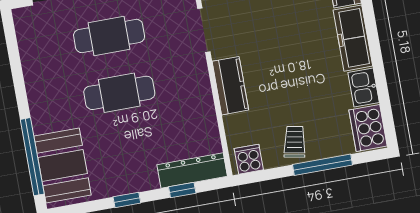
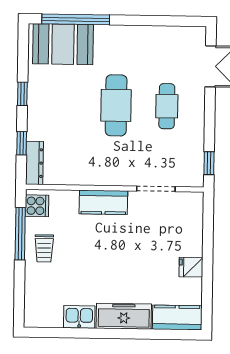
cafe table: (109, 36) -> (167, 106), width x0.73, depth x0.74
cooker: (368, 128) -> (44, 314), removed
trolley: (295, 142) -> (44, 248), turned 79
window: (322, 165) -> (20, 234), moved
dresser: (192, 171) -> (35, 163), width x0.73, depth x0.80

